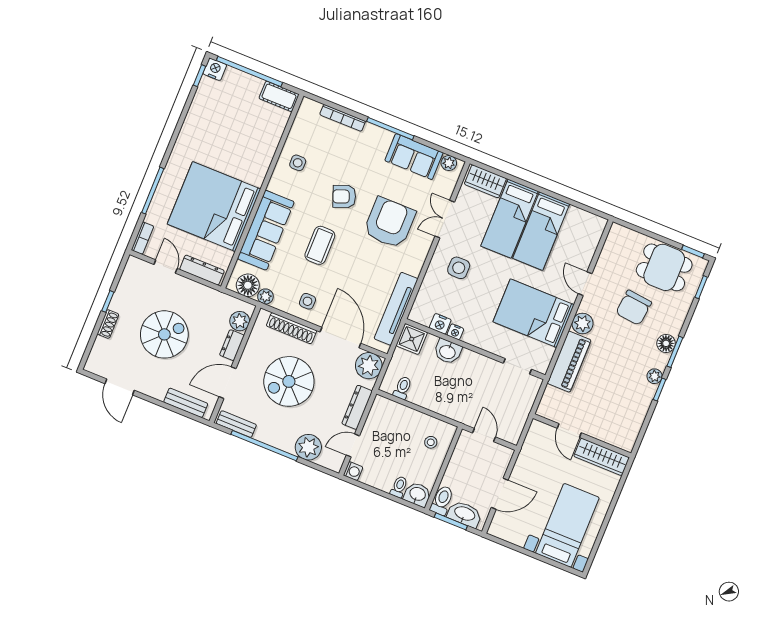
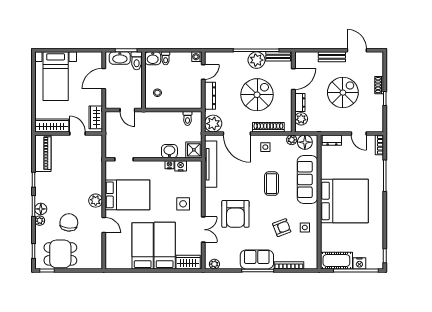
nightstand: (215, 69) -> (359, 263), moved
cot: (279, 96) -> (336, 261), width x1.37, depth x1.34
sofa: (414, 157) -> (257, 259), moved
armchair: (344, 196) -> (282, 228), moved
bed: (214, 207) -> (344, 201), moved
dresser: (202, 270) -> (332, 140), width x0.70
spiral stairs: (164, 334) -> (343, 93), turned 180
piano: (569, 362) -> (43, 153), moved, turned 180
plant: (655, 376) -> (40, 221), moved
bench: (186, 403) -> (332, 57), moved
wardrobe: (534, 443) -> (96, 117), added
plant: (308, 447) -> (256, 60), moved

